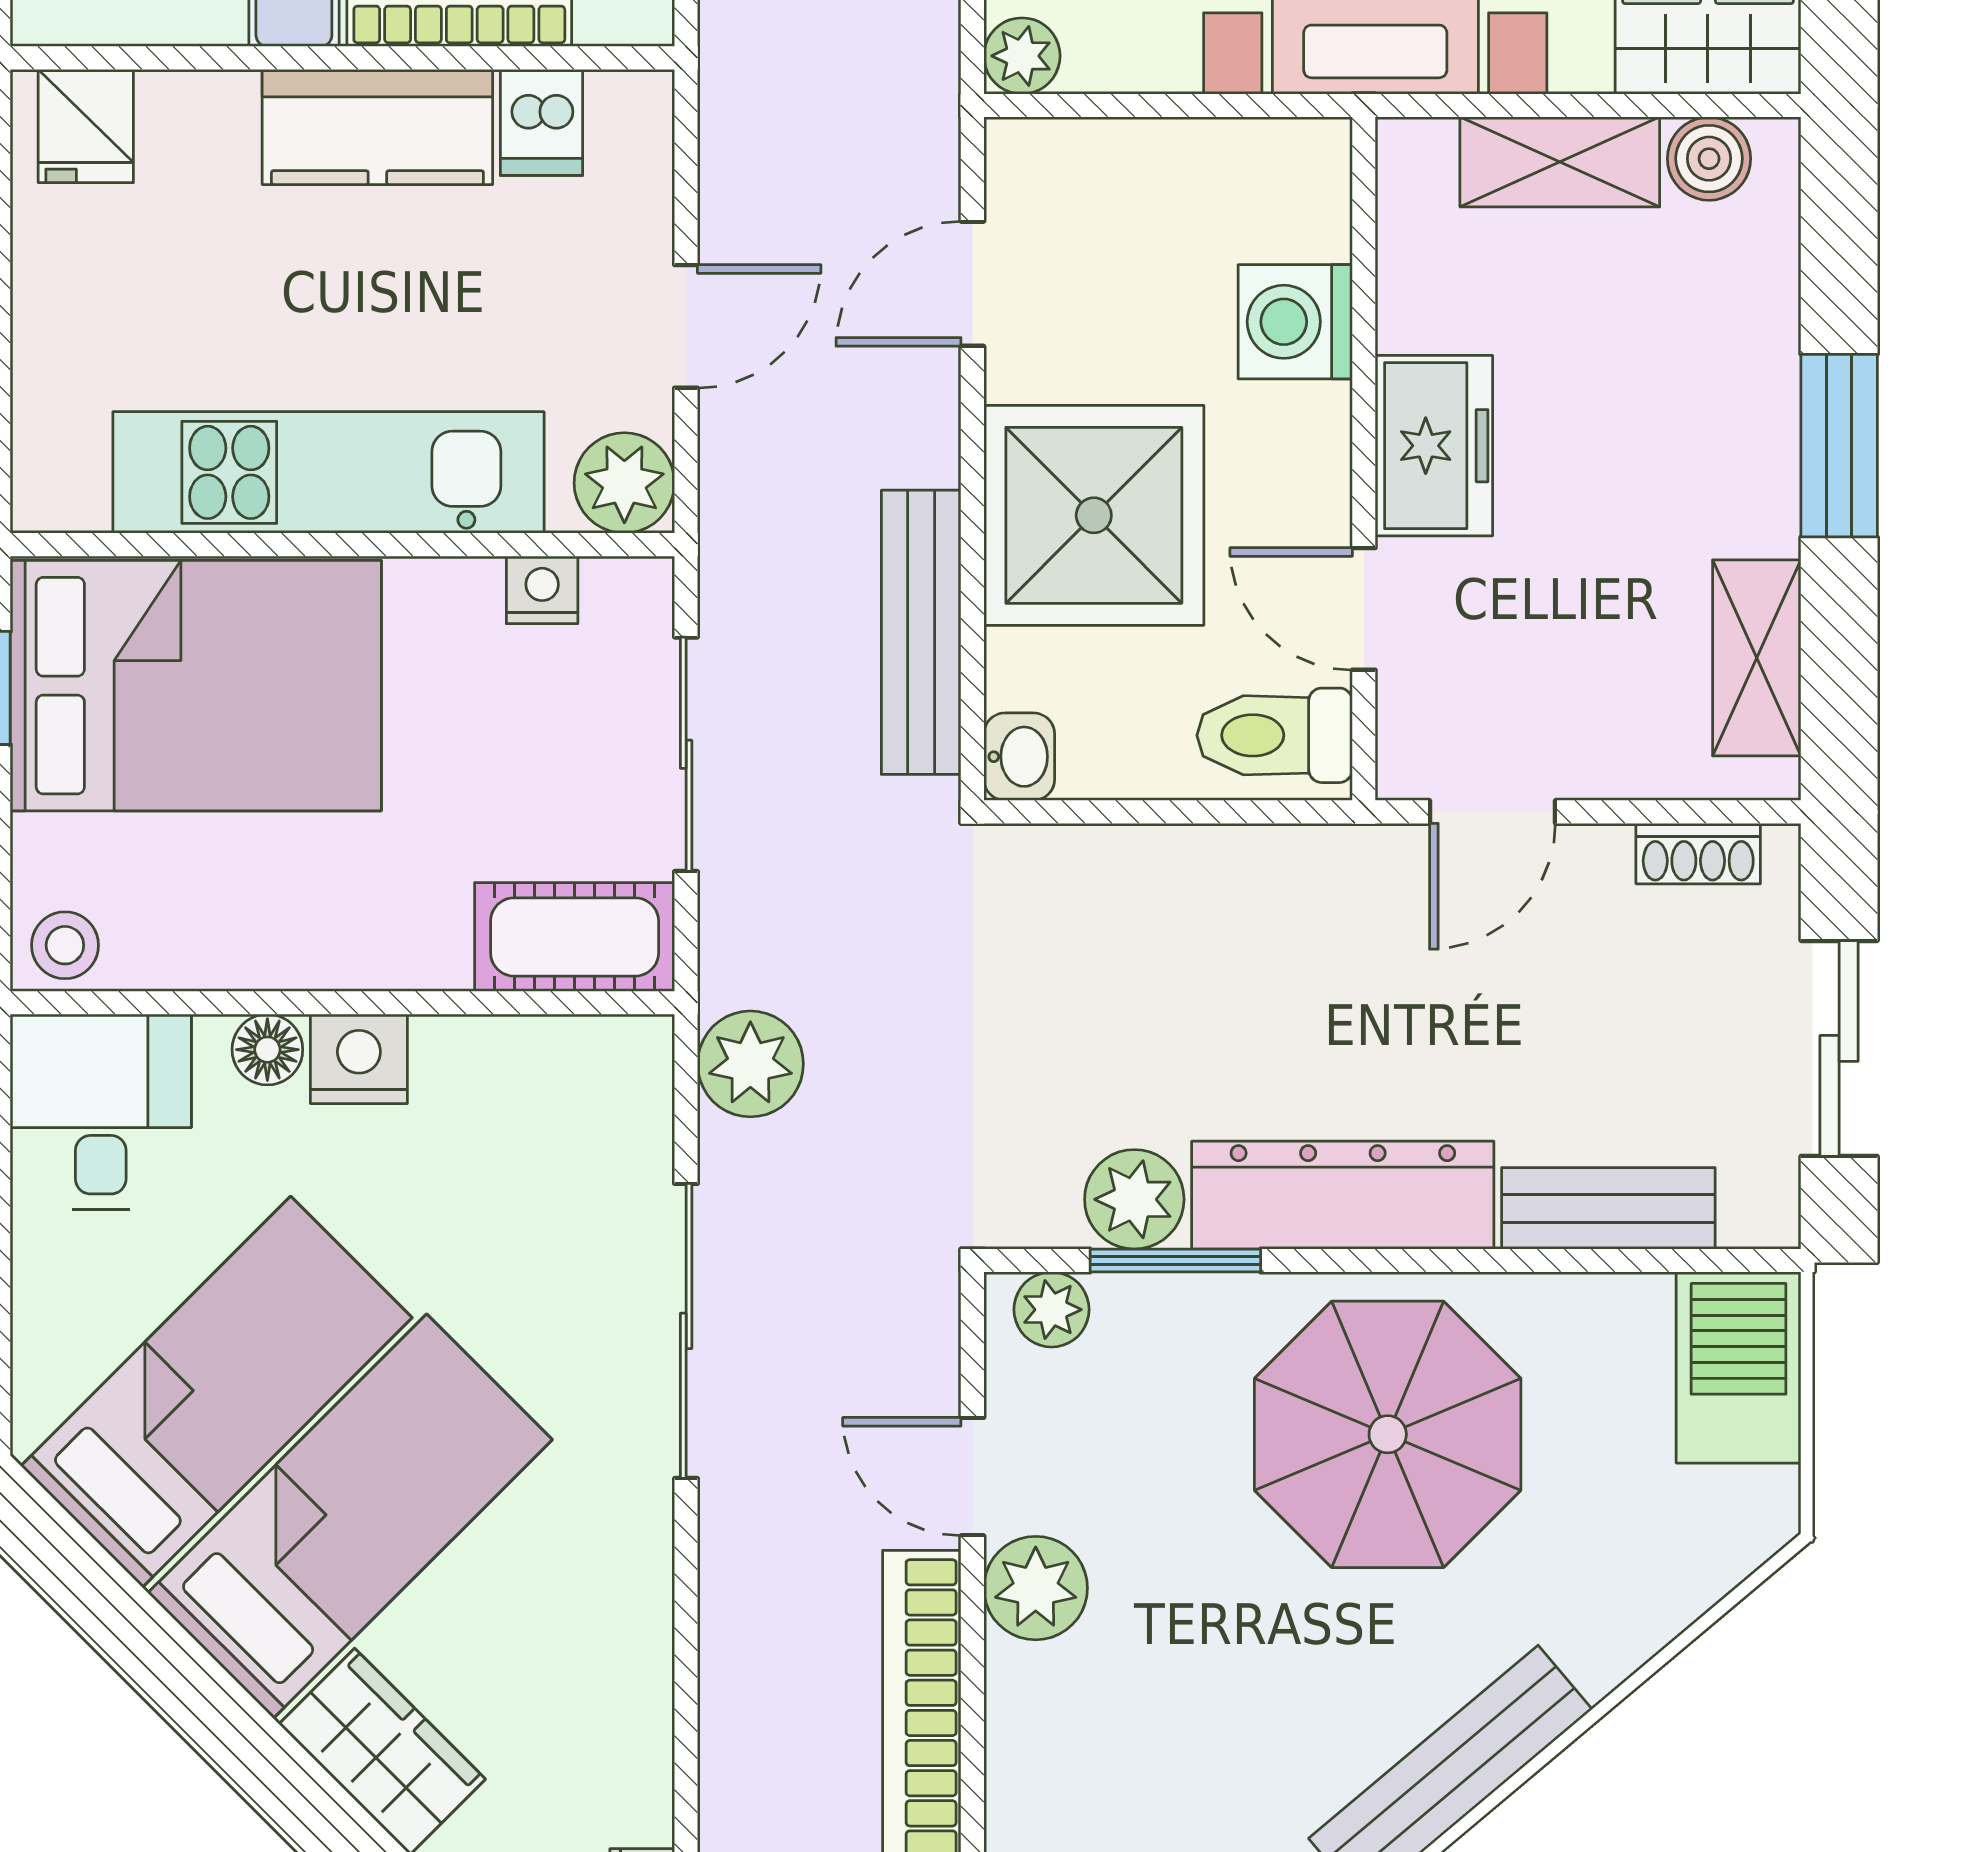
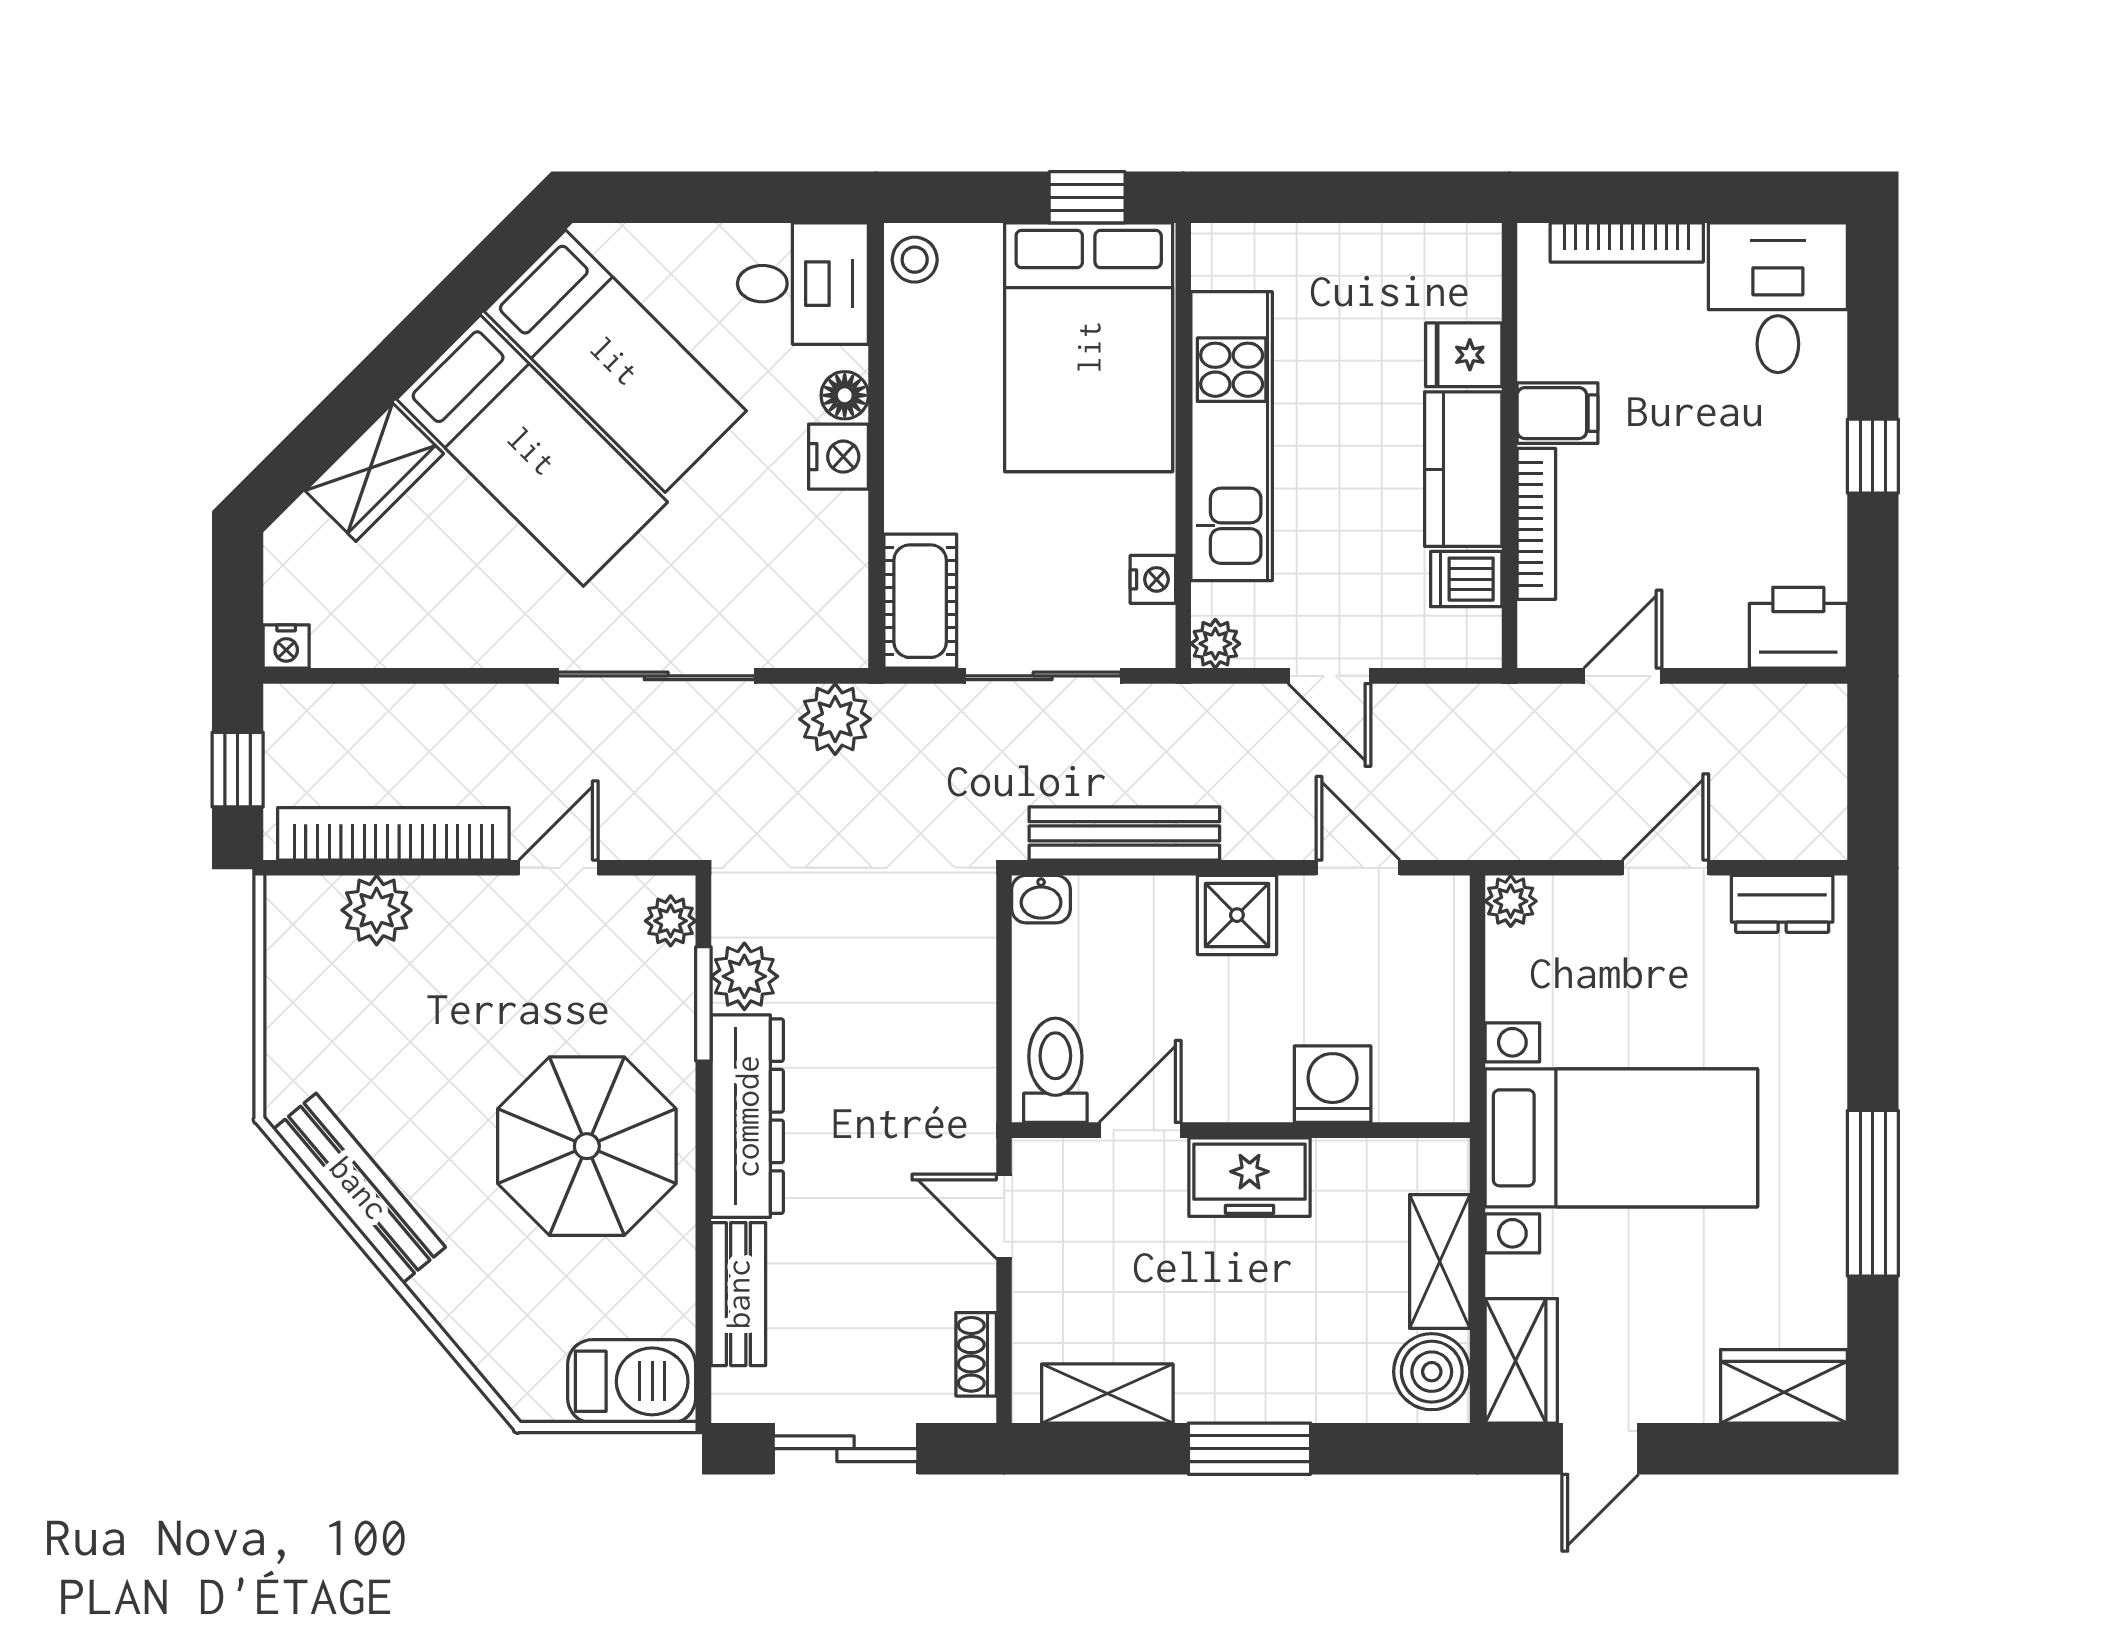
fridge: (86, 126) -> (1464, 355), moved
boiler: (1709, 159) -> (1432, 1372), width x1.36, depth x1.36
plant: (624, 483) -> (1215, 644), width x0.73, depth x0.73
shower: (1094, 515) -> (1237, 915), width x0.54, depth x0.54
plant: (1036, 1588) -> (377, 910), moved

